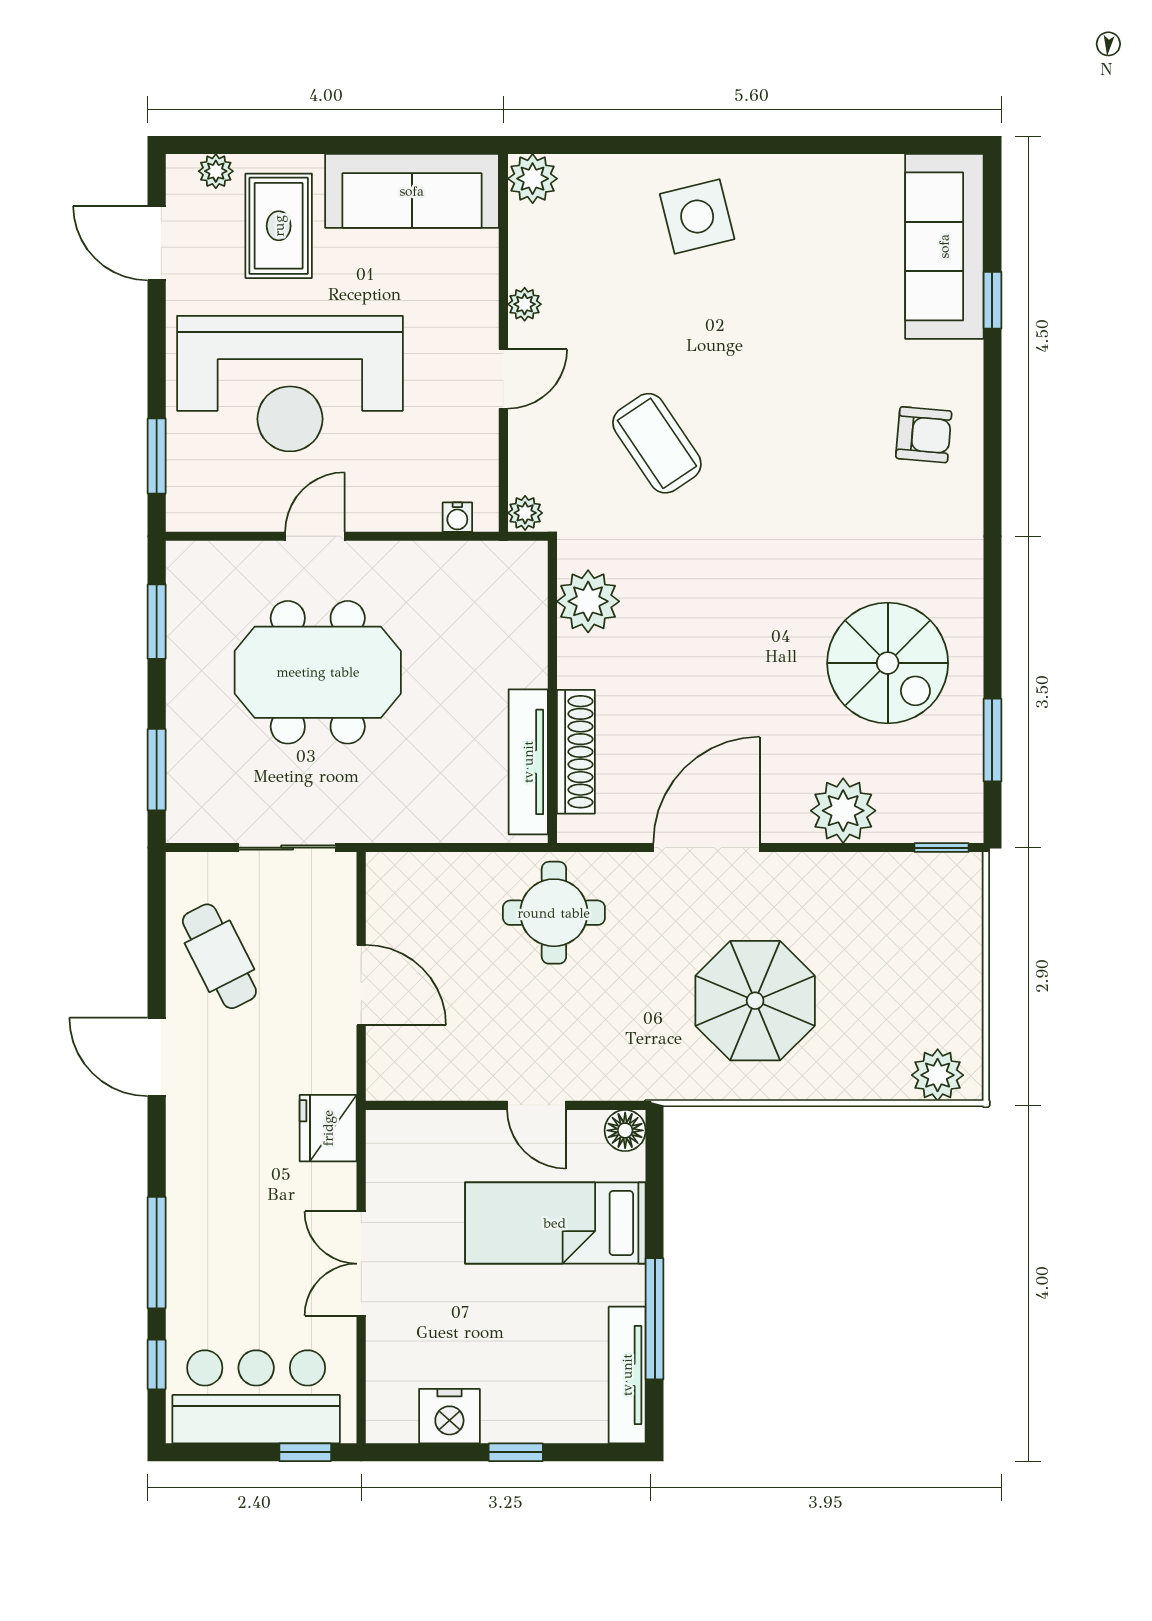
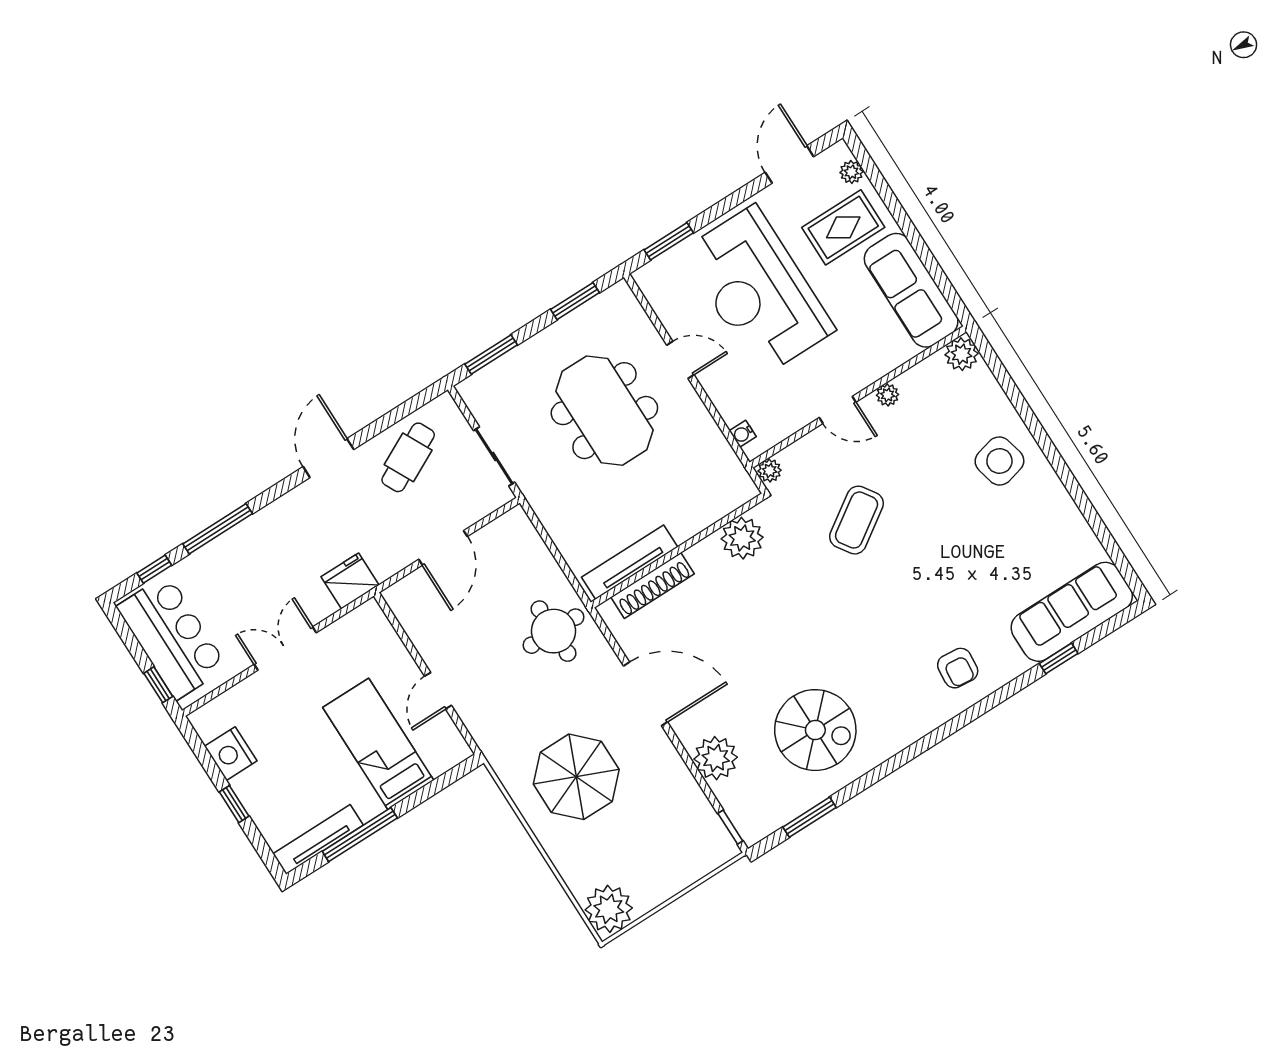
spiral stairs: (888, 663) -> (815, 730), turned -90
plant: (938, 1075) -> (609, 909), width x1.36, depth x1.36
floor lamp: (625, 1130) -> (456, 750), removed

